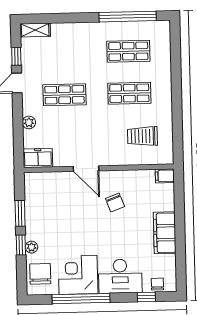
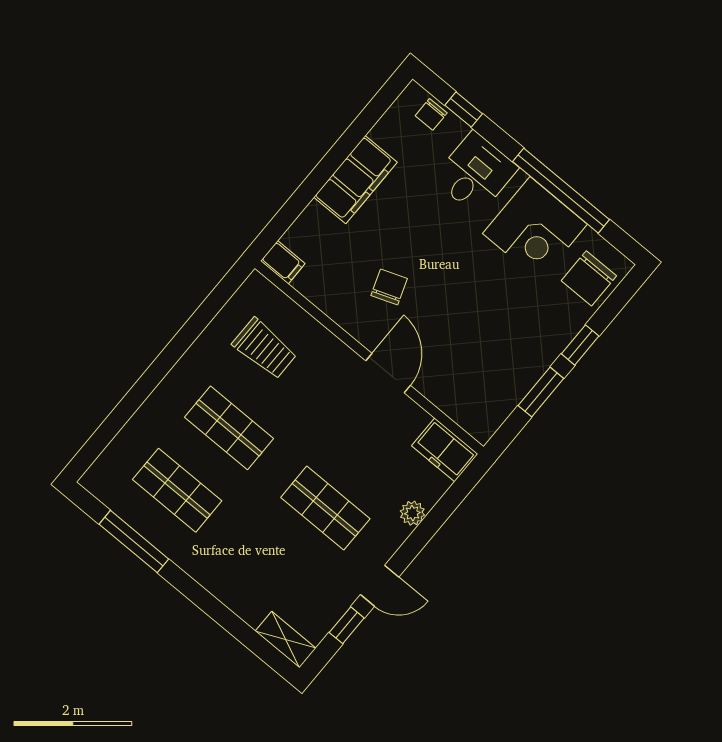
window: (128, 17) -> (134, 542), width x0.68
plant: (32, 247) -> (567, 328), removed
desk: (120, 276) -> (475, 173), width x0.73

